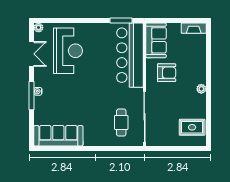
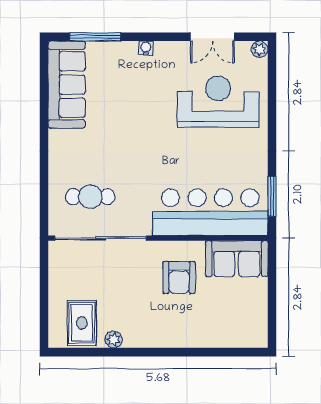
fireplace: (194, 28) -> (258, 326), removed
reception desk: (68, 51) -> (218, 102), turned 180
plant: (201, 89) -> (114, 339), moved
window: (32, 96) -> (95, 37), moved

